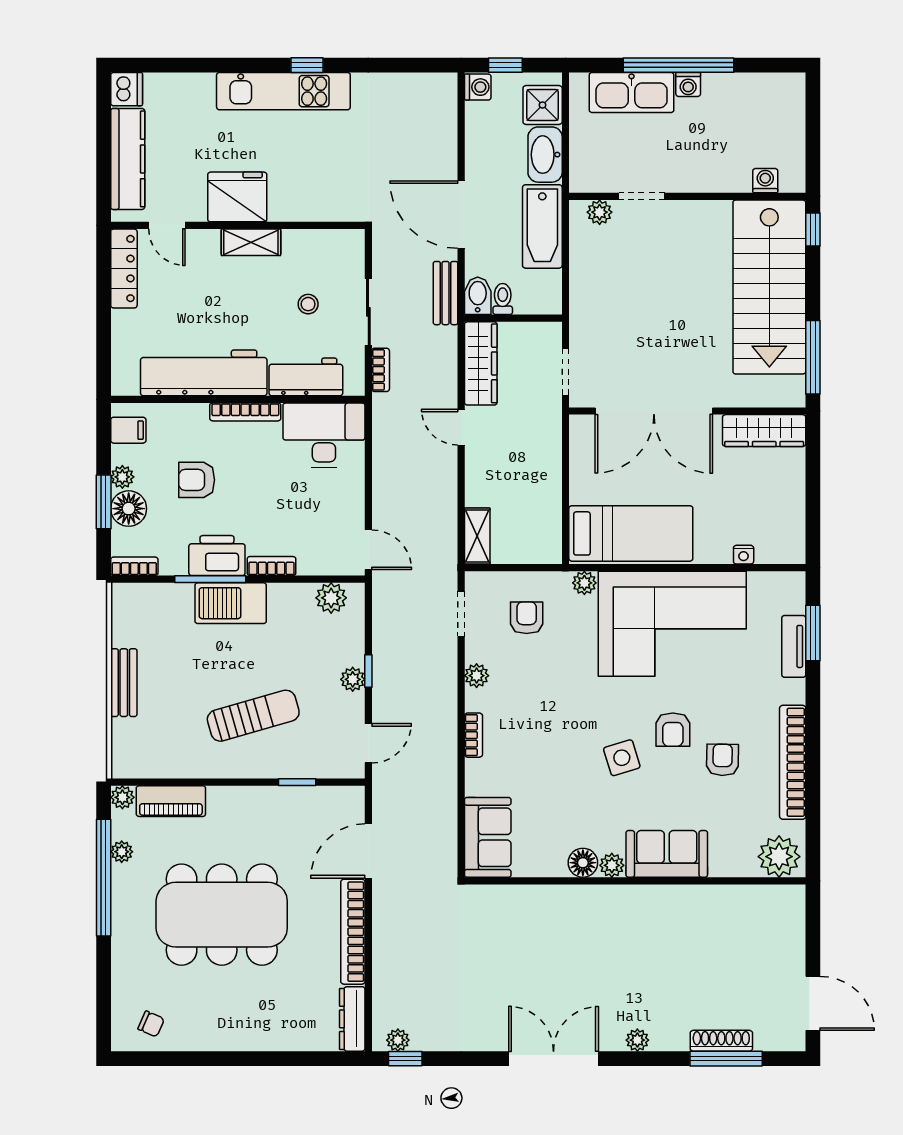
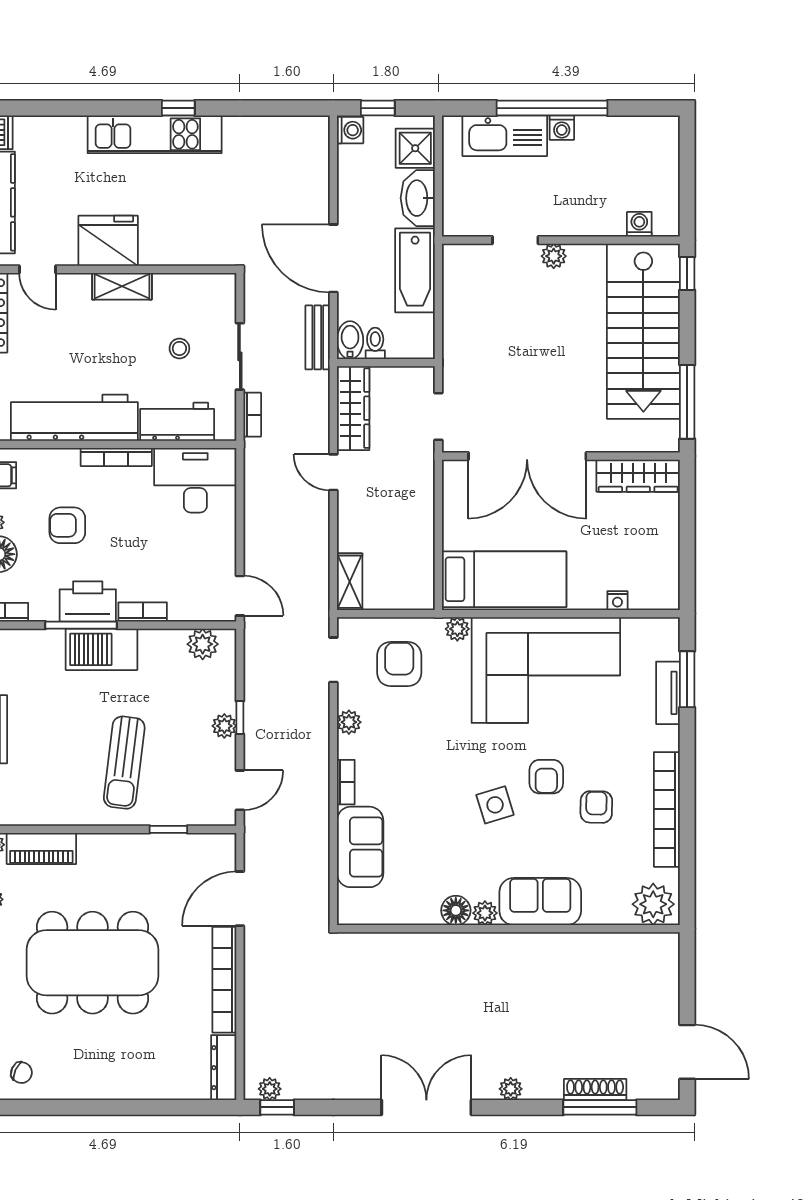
plant: (600, 212) -> (554, 256), moved
armchair: (527, 618) -> (399, 664), width x1.38, depth x1.38
sun lounger: (253, 716) -> (124, 763), turned 113
sofa: (488, 837) -> (360, 847), moved

